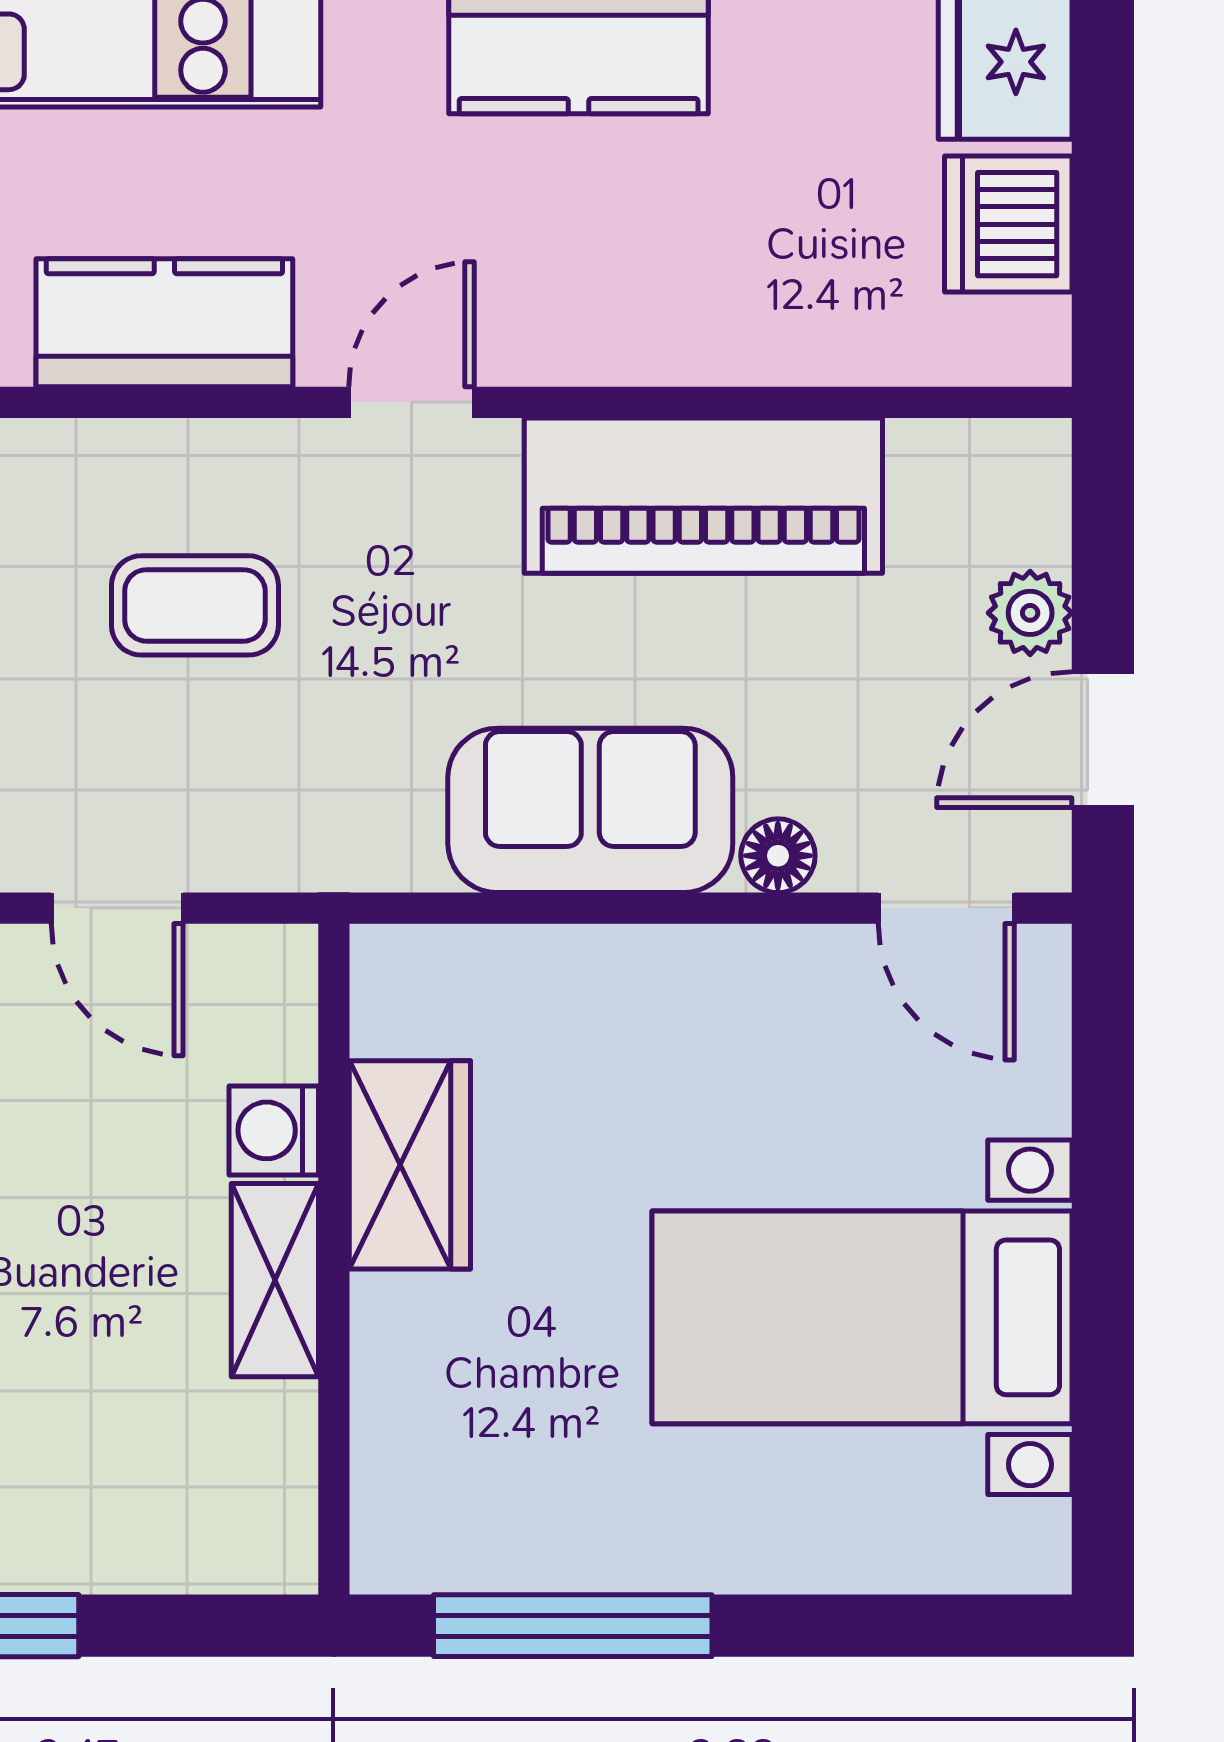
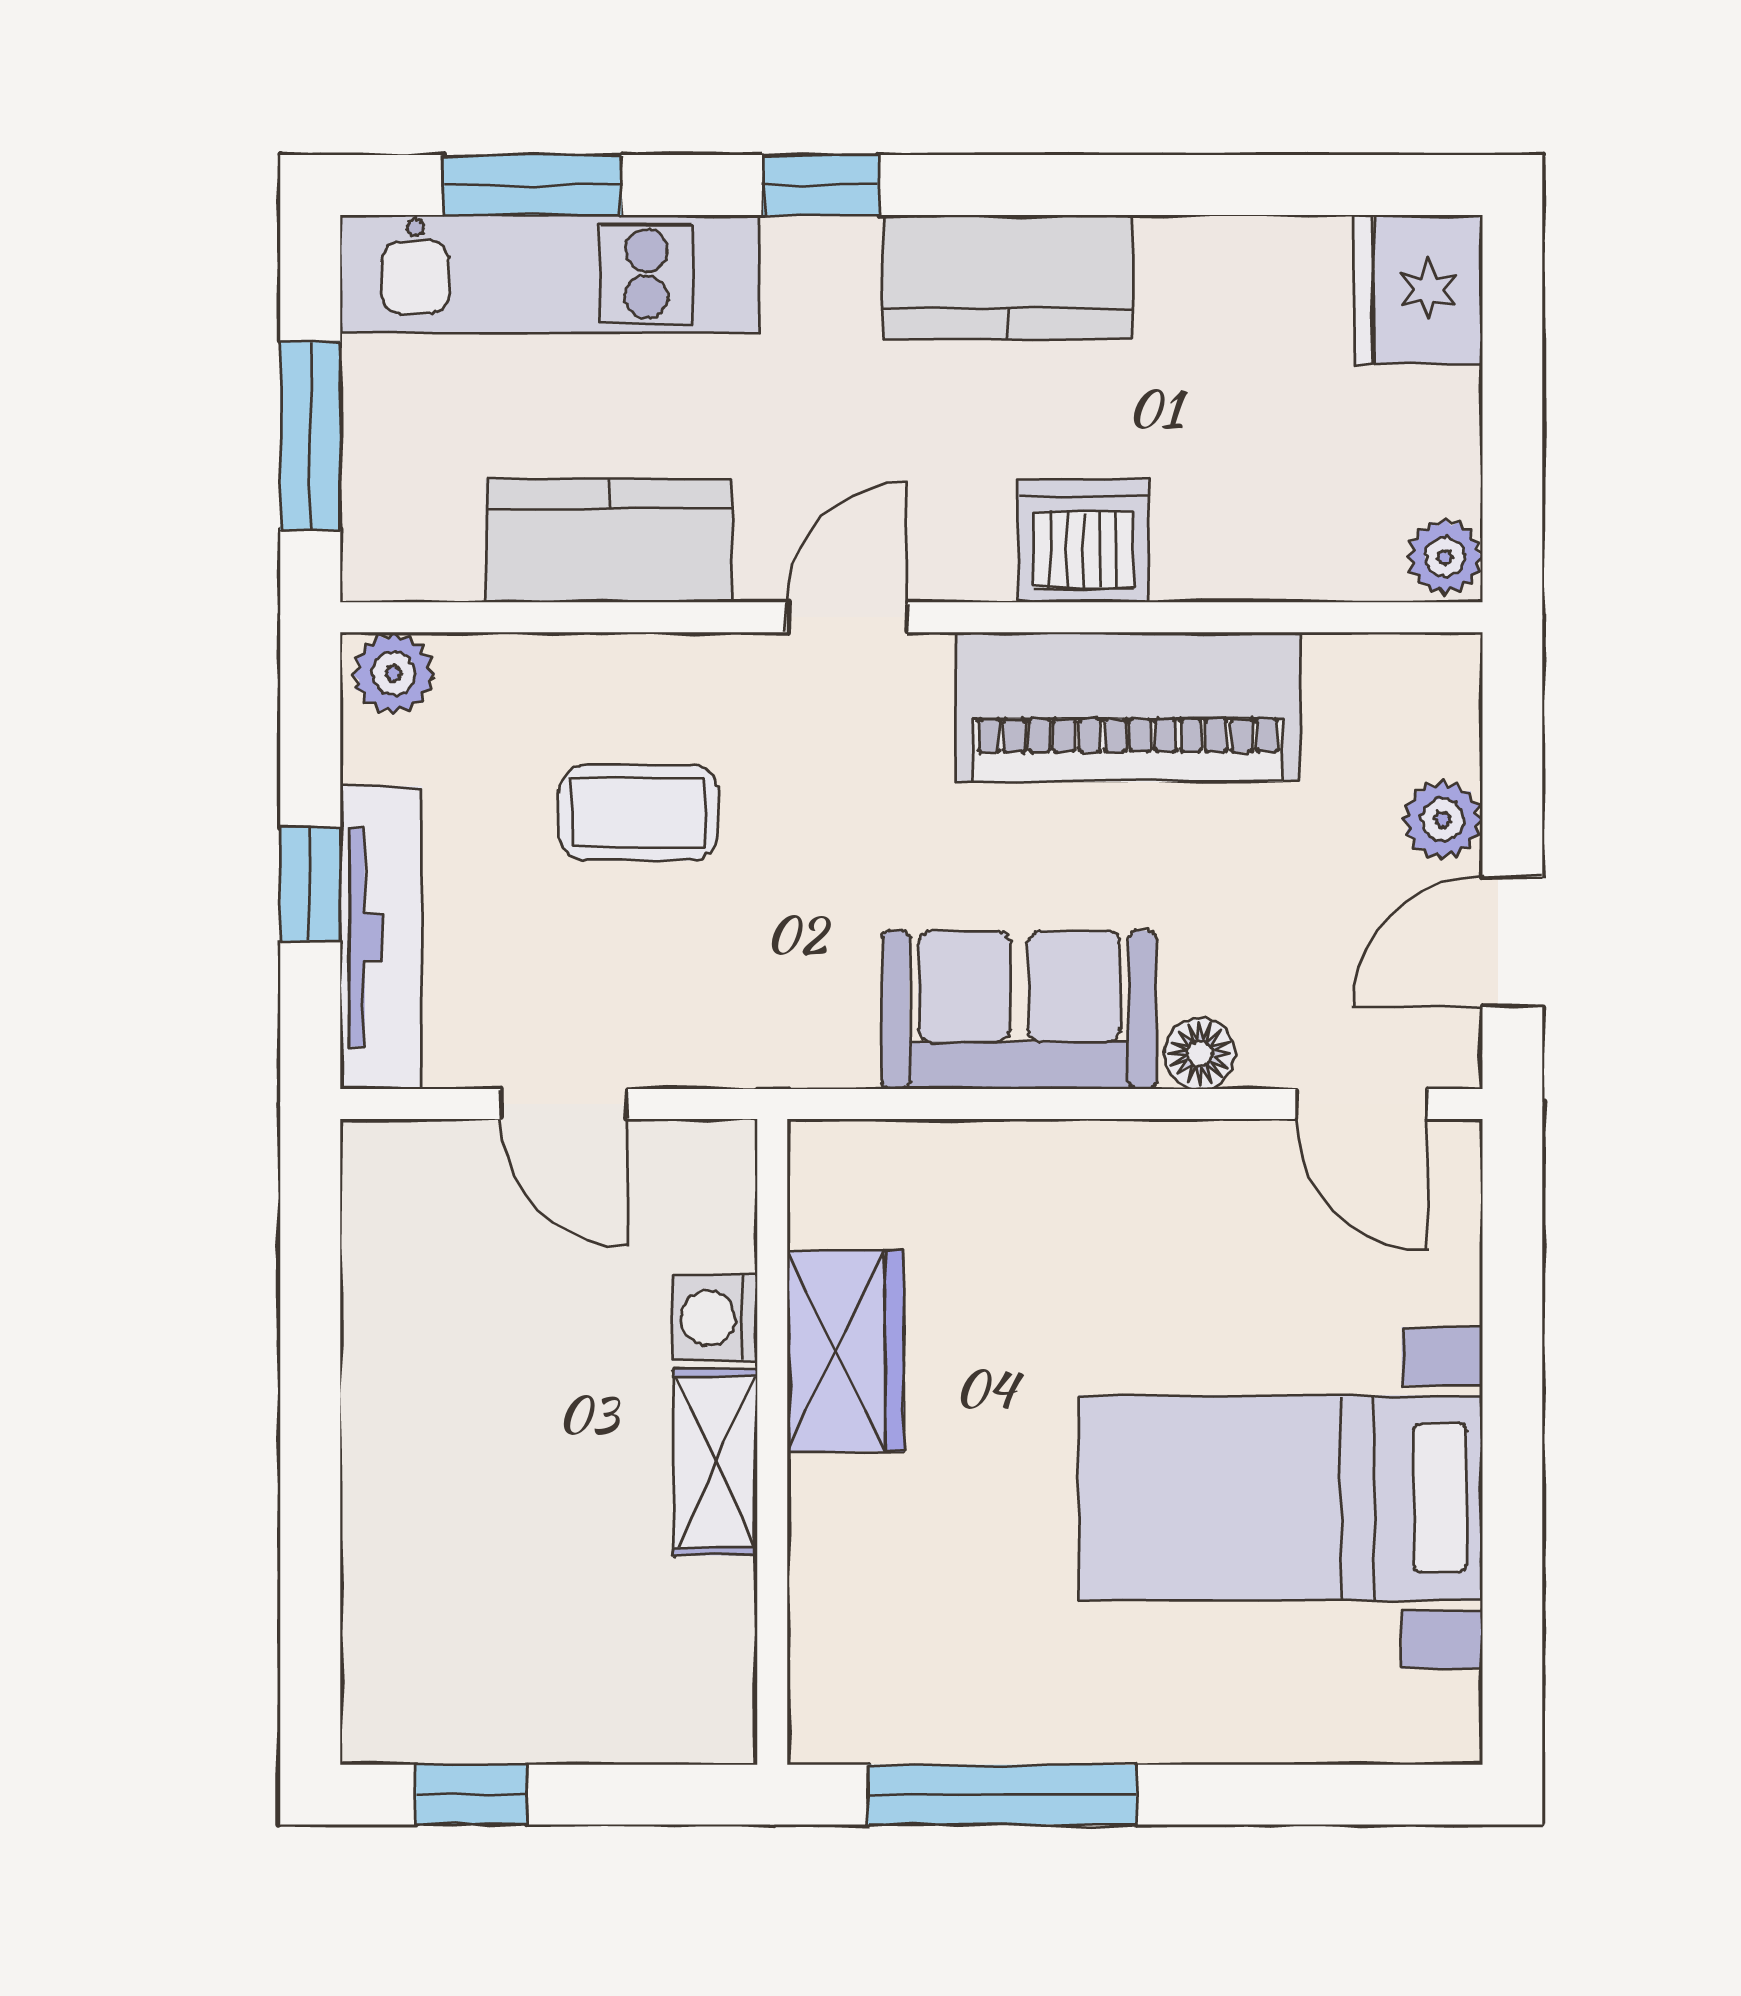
dishwasher: (1008, 224) -> (1083, 541), moved, turned 90
plant: (1033, 340) -> (1445, 557), added

